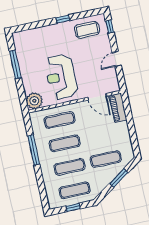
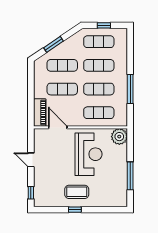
coffee table: (87, 30) -> (77, 192), moved
door: (117, 59) -> (31, 160), swing flipped
exercise mat: (101, 136) -> (62, 89), added

